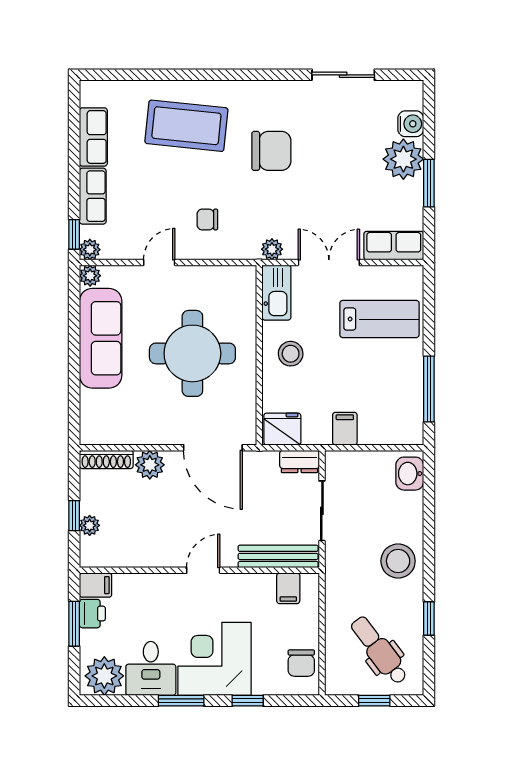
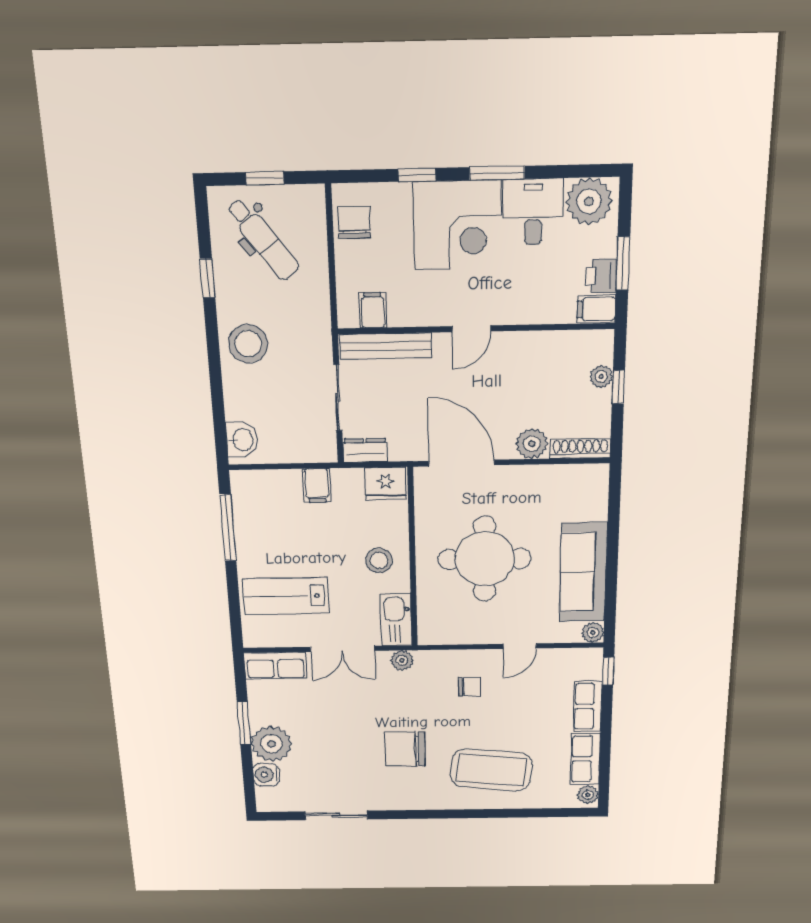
plant: (90, 250) -> (588, 795), moved

